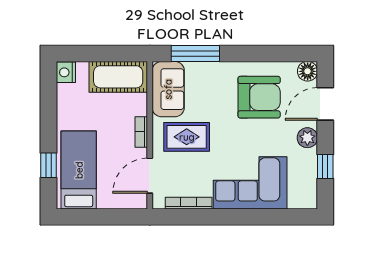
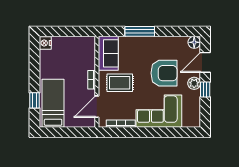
window: (195, 53) -> (140, 31), moved
cot: (118, 77) -> (77, 46), removed
armchair: (259, 97) -> (164, 73), moved
window: (325, 166) -> (205, 89), moved

